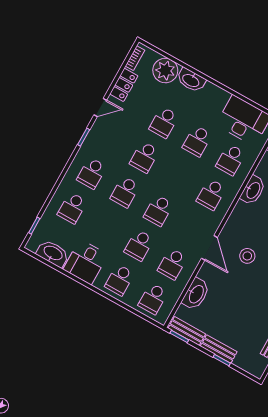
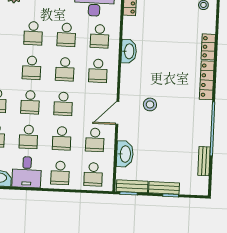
school desk: (178, 176) -> (65, 69), added
school desk: (106, 227) -> (29, 137), added
door: (209, 248) -> (117, 113), swing flipped

